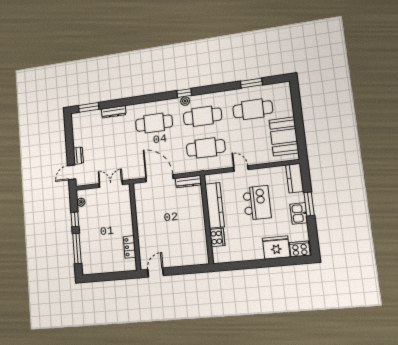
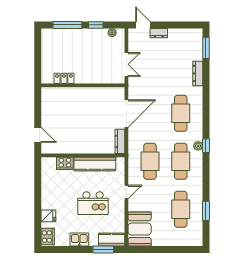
booth: (284, 136) -> (140, 229), moved, turned 90
window: (309, 204) -> (103, 250), moved
fridge: (276, 248) -> (48, 216), width x0.53, depth x0.75
door: (156, 273) -> (38, 135), moved

